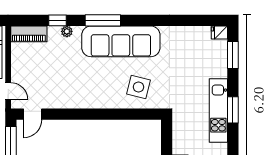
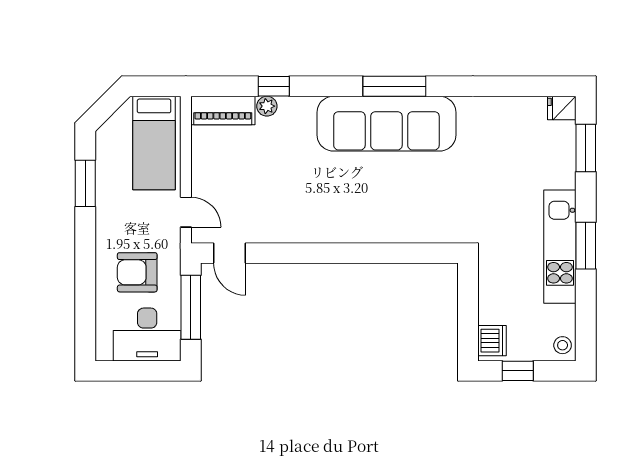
window: (103, 20) -> (394, 86), moved
plant: (67, 31) -> (267, 106), moved
side table: (139, 87) -> (418, 205), removed
door: (33, 114) -> (230, 253), hinge flipped

